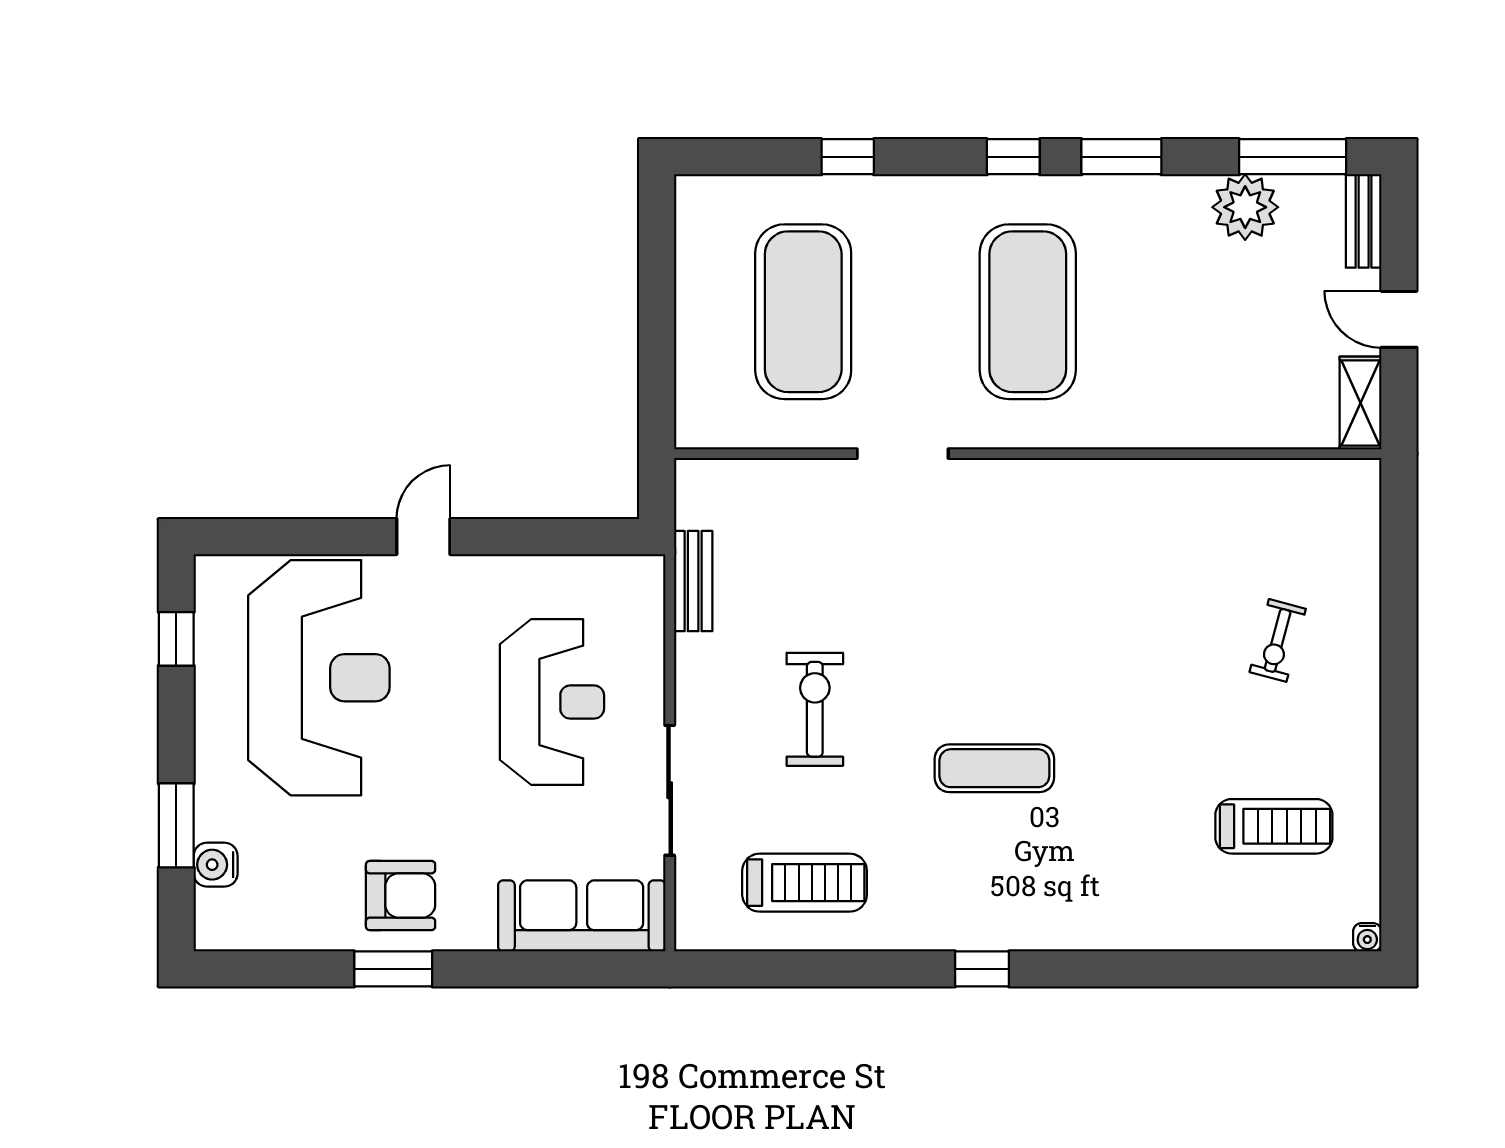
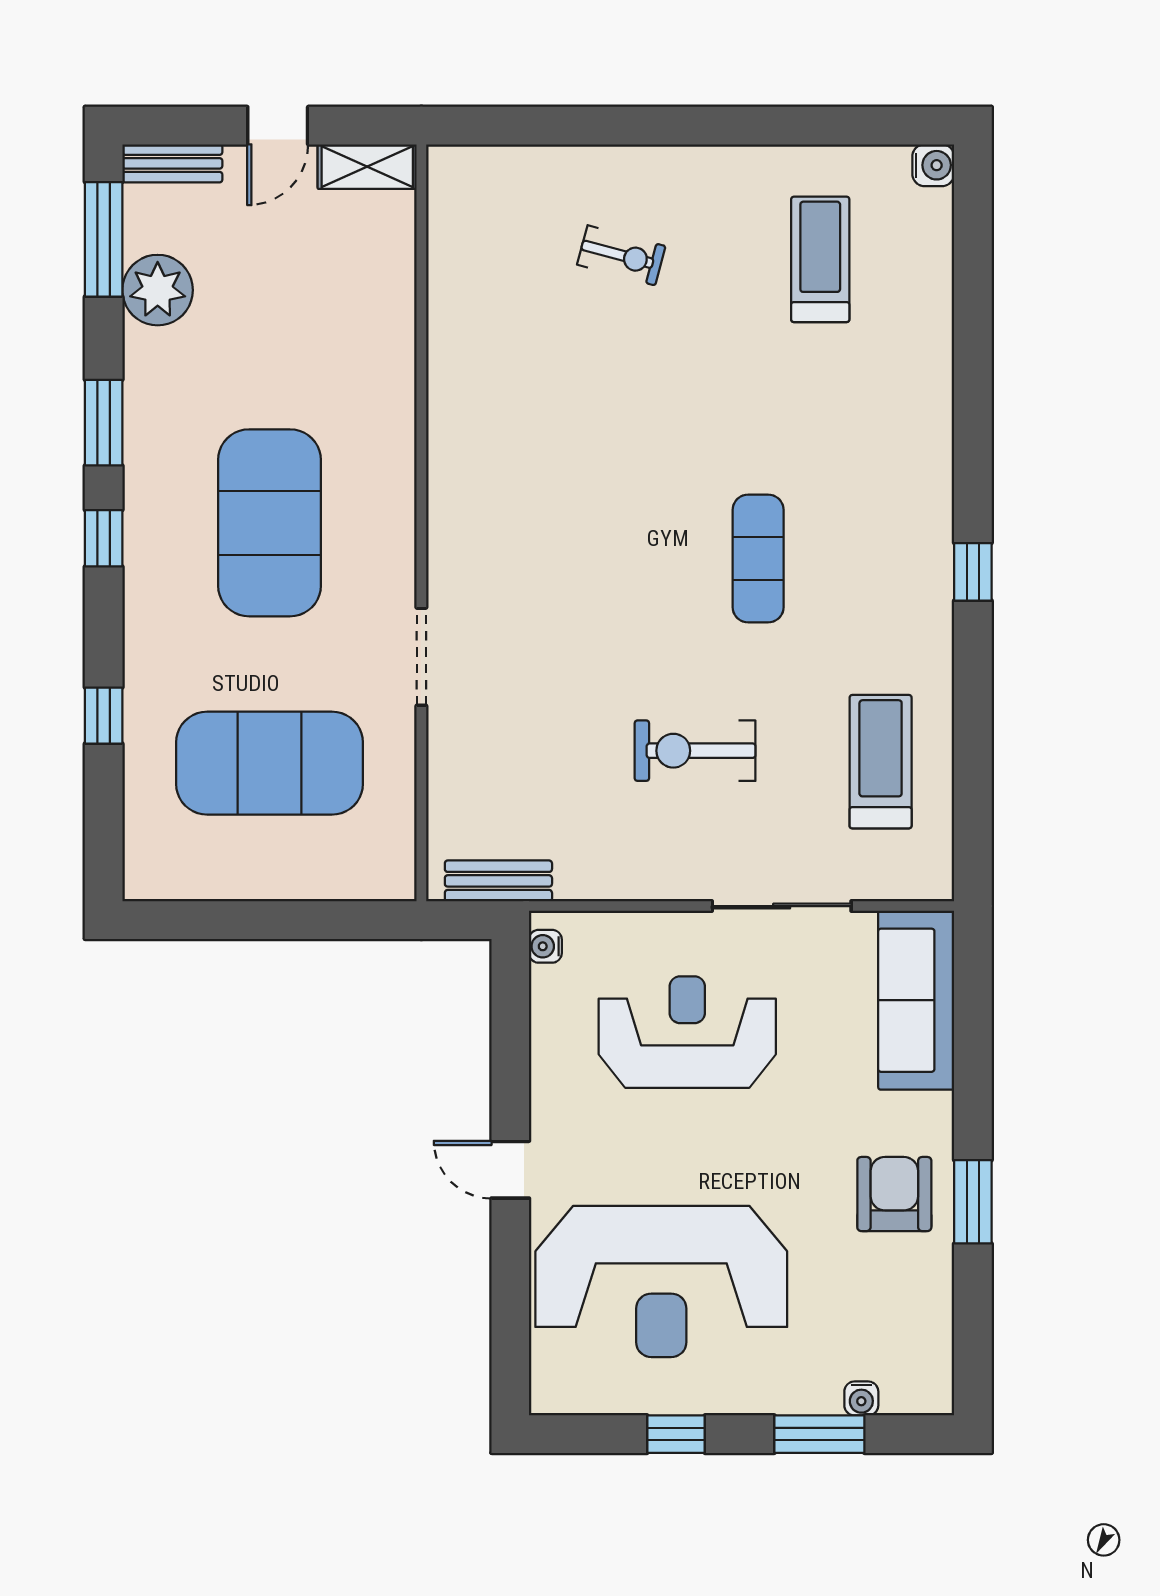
exercise mat: (1028, 312) -> (270, 523), turned 90
water cooler: (632, 569) -> (545, 946), added
bench: (693, 581) -> (498, 881), moved
window: (176, 639) -> (676, 1434), moved
reception desk: (319, 678) -> (661, 1281), turned 180
water cooler: (216, 865) -> (861, 1398), width x0.72, depth x0.72
water cooler: (1367, 937) -> (933, 165), width x1.38, depth x1.38

